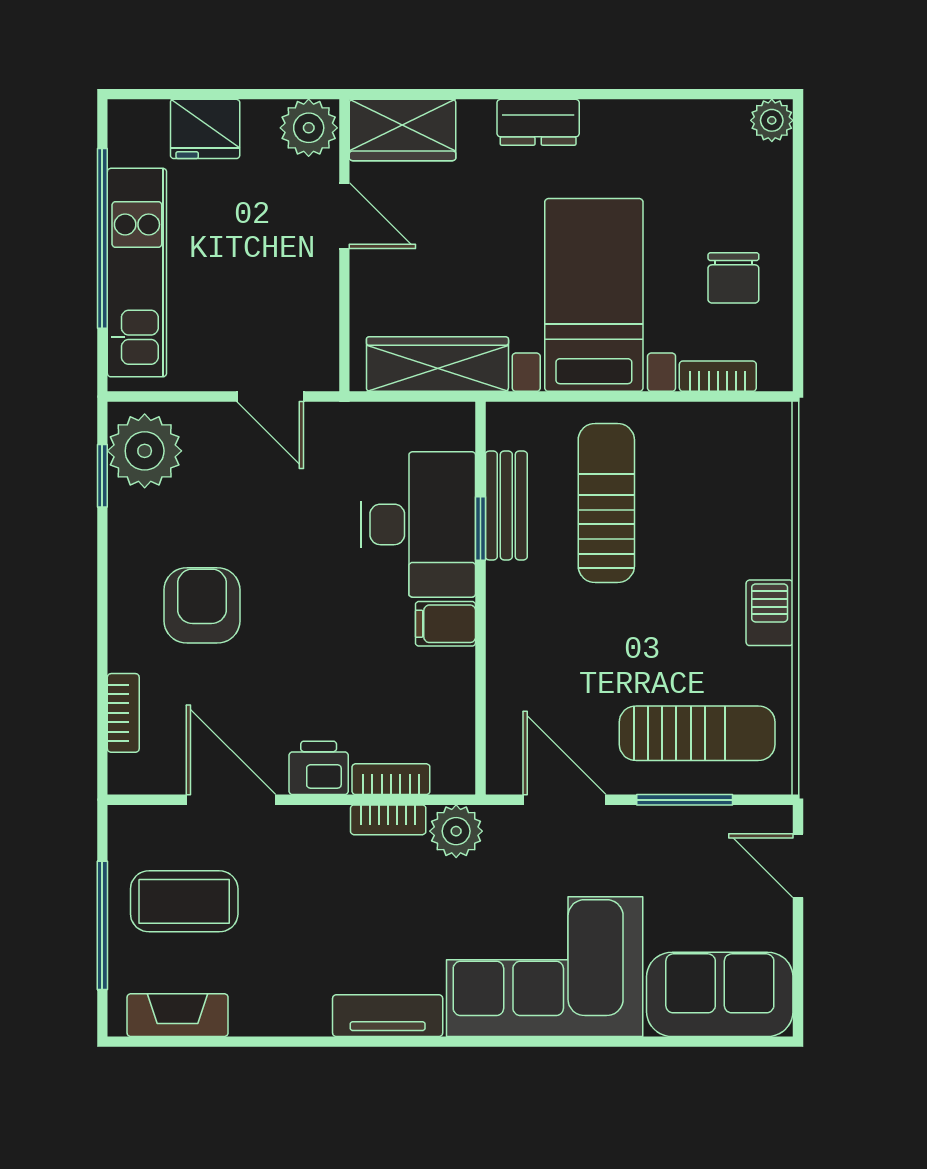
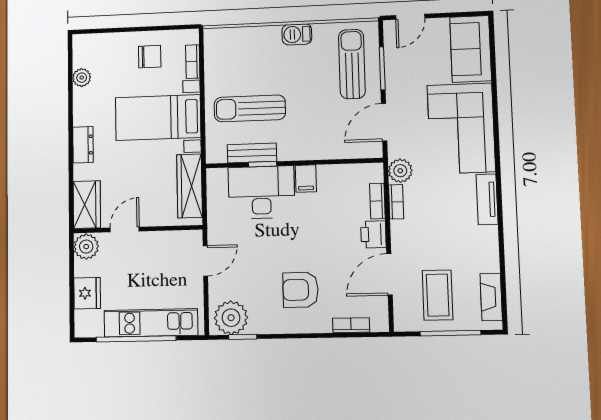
plant: (772, 120) -> (82, 78), moved

